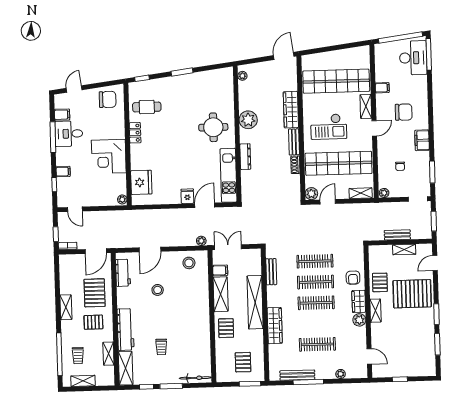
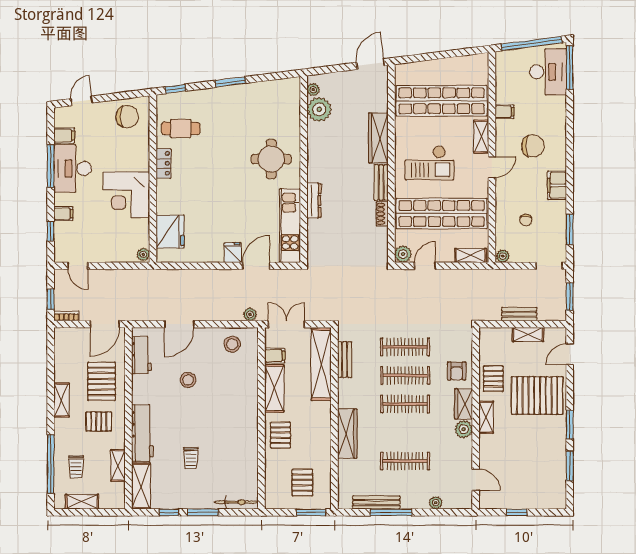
plant: (248, 120) -> (319, 109), moved
desk: (69, 134) -> (73, 168), width x1.37
shelving: (255, 302) -> (321, 364), moved

